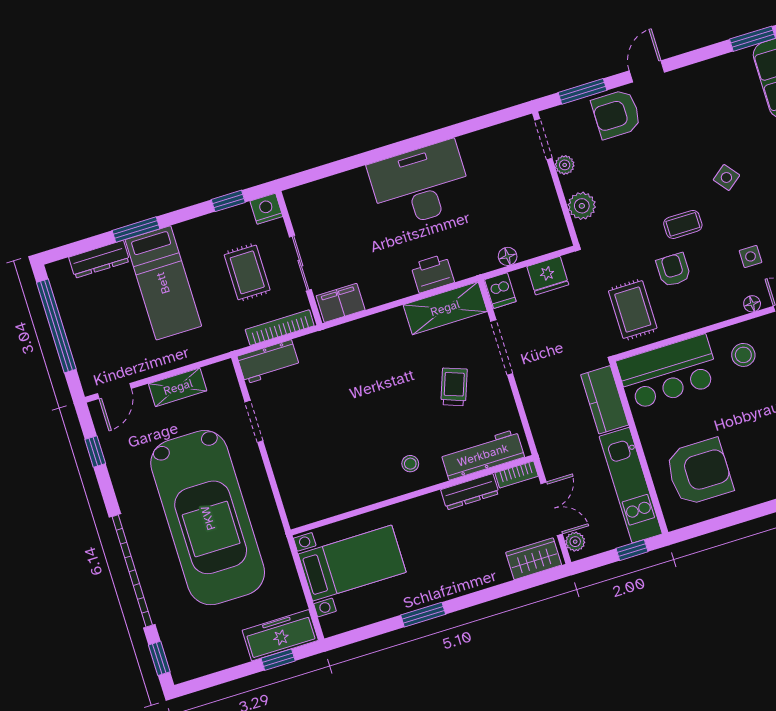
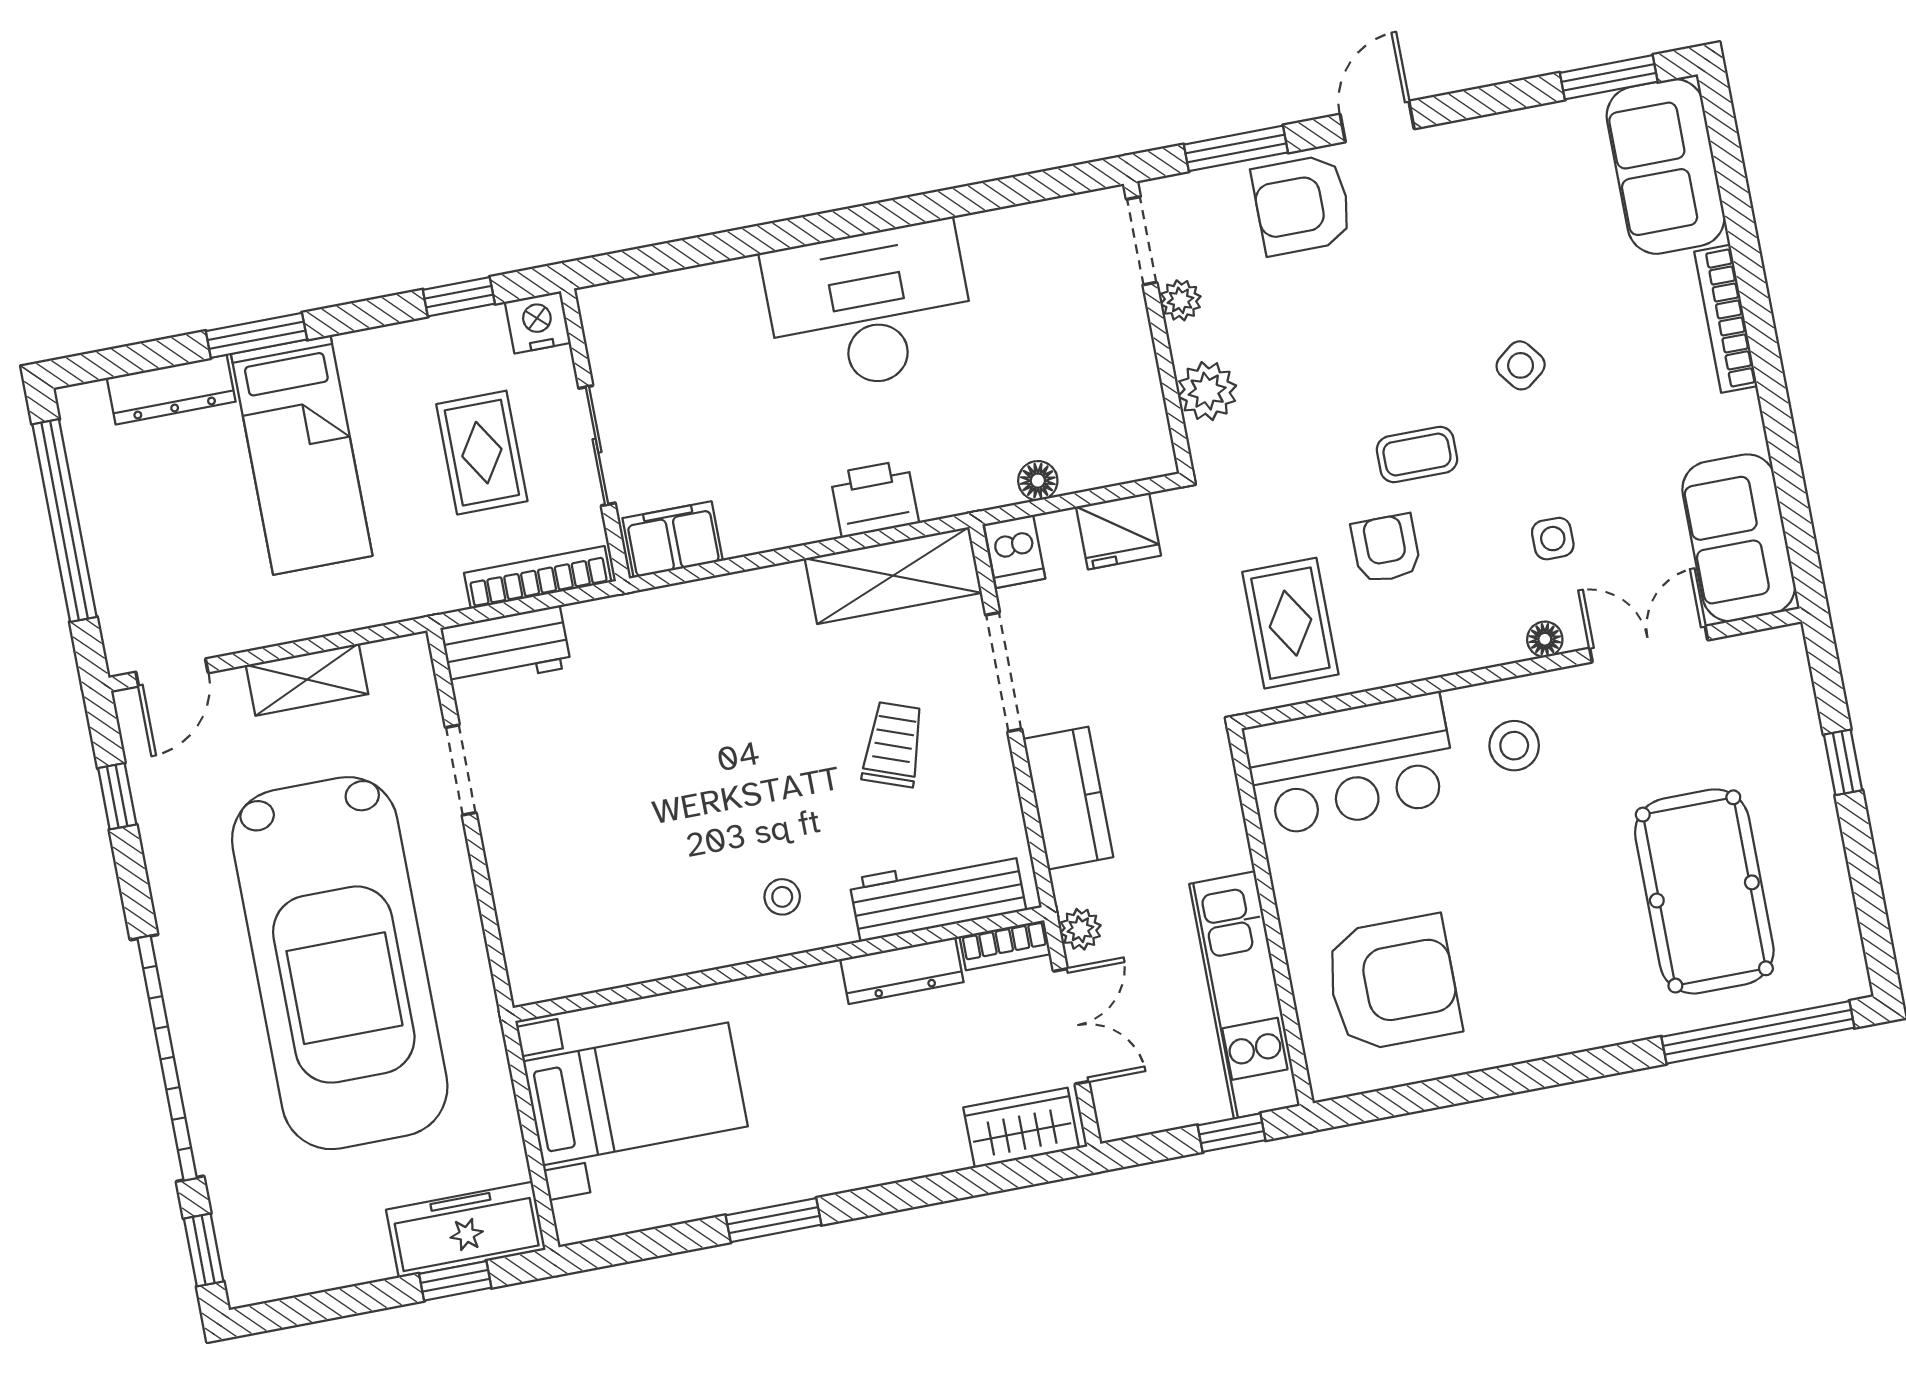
kitchen counter: (605, 400) -> (1068, 798), moved, turned 180
plant: (575, 542) -> (1080, 929), moved

